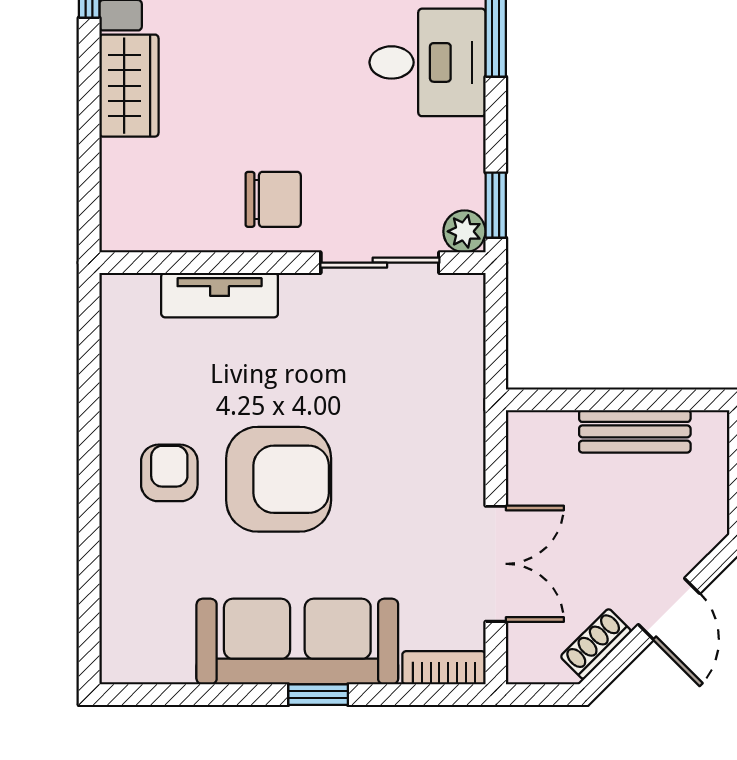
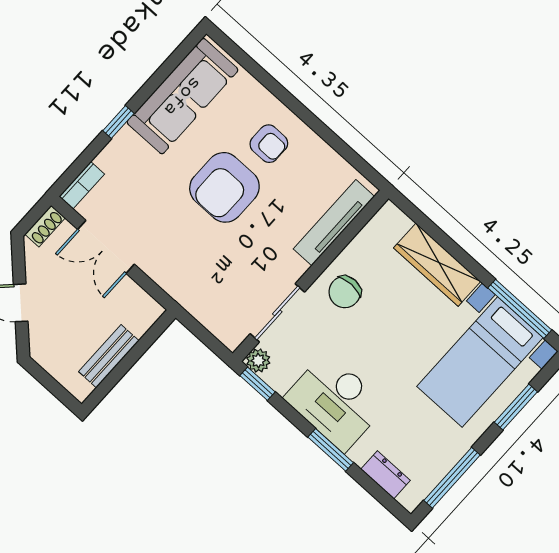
desk: (427, 62) -> (335, 402), width x1.37
wardrobe: (129, 86) -> (437, 265), width x1.50
tv unit: (220, 295) -> (334, 223), width x1.41
sofa: (297, 642) -> (182, 96), moved
shoe rack: (596, 644) -> (45, 226), moved, turned 45

